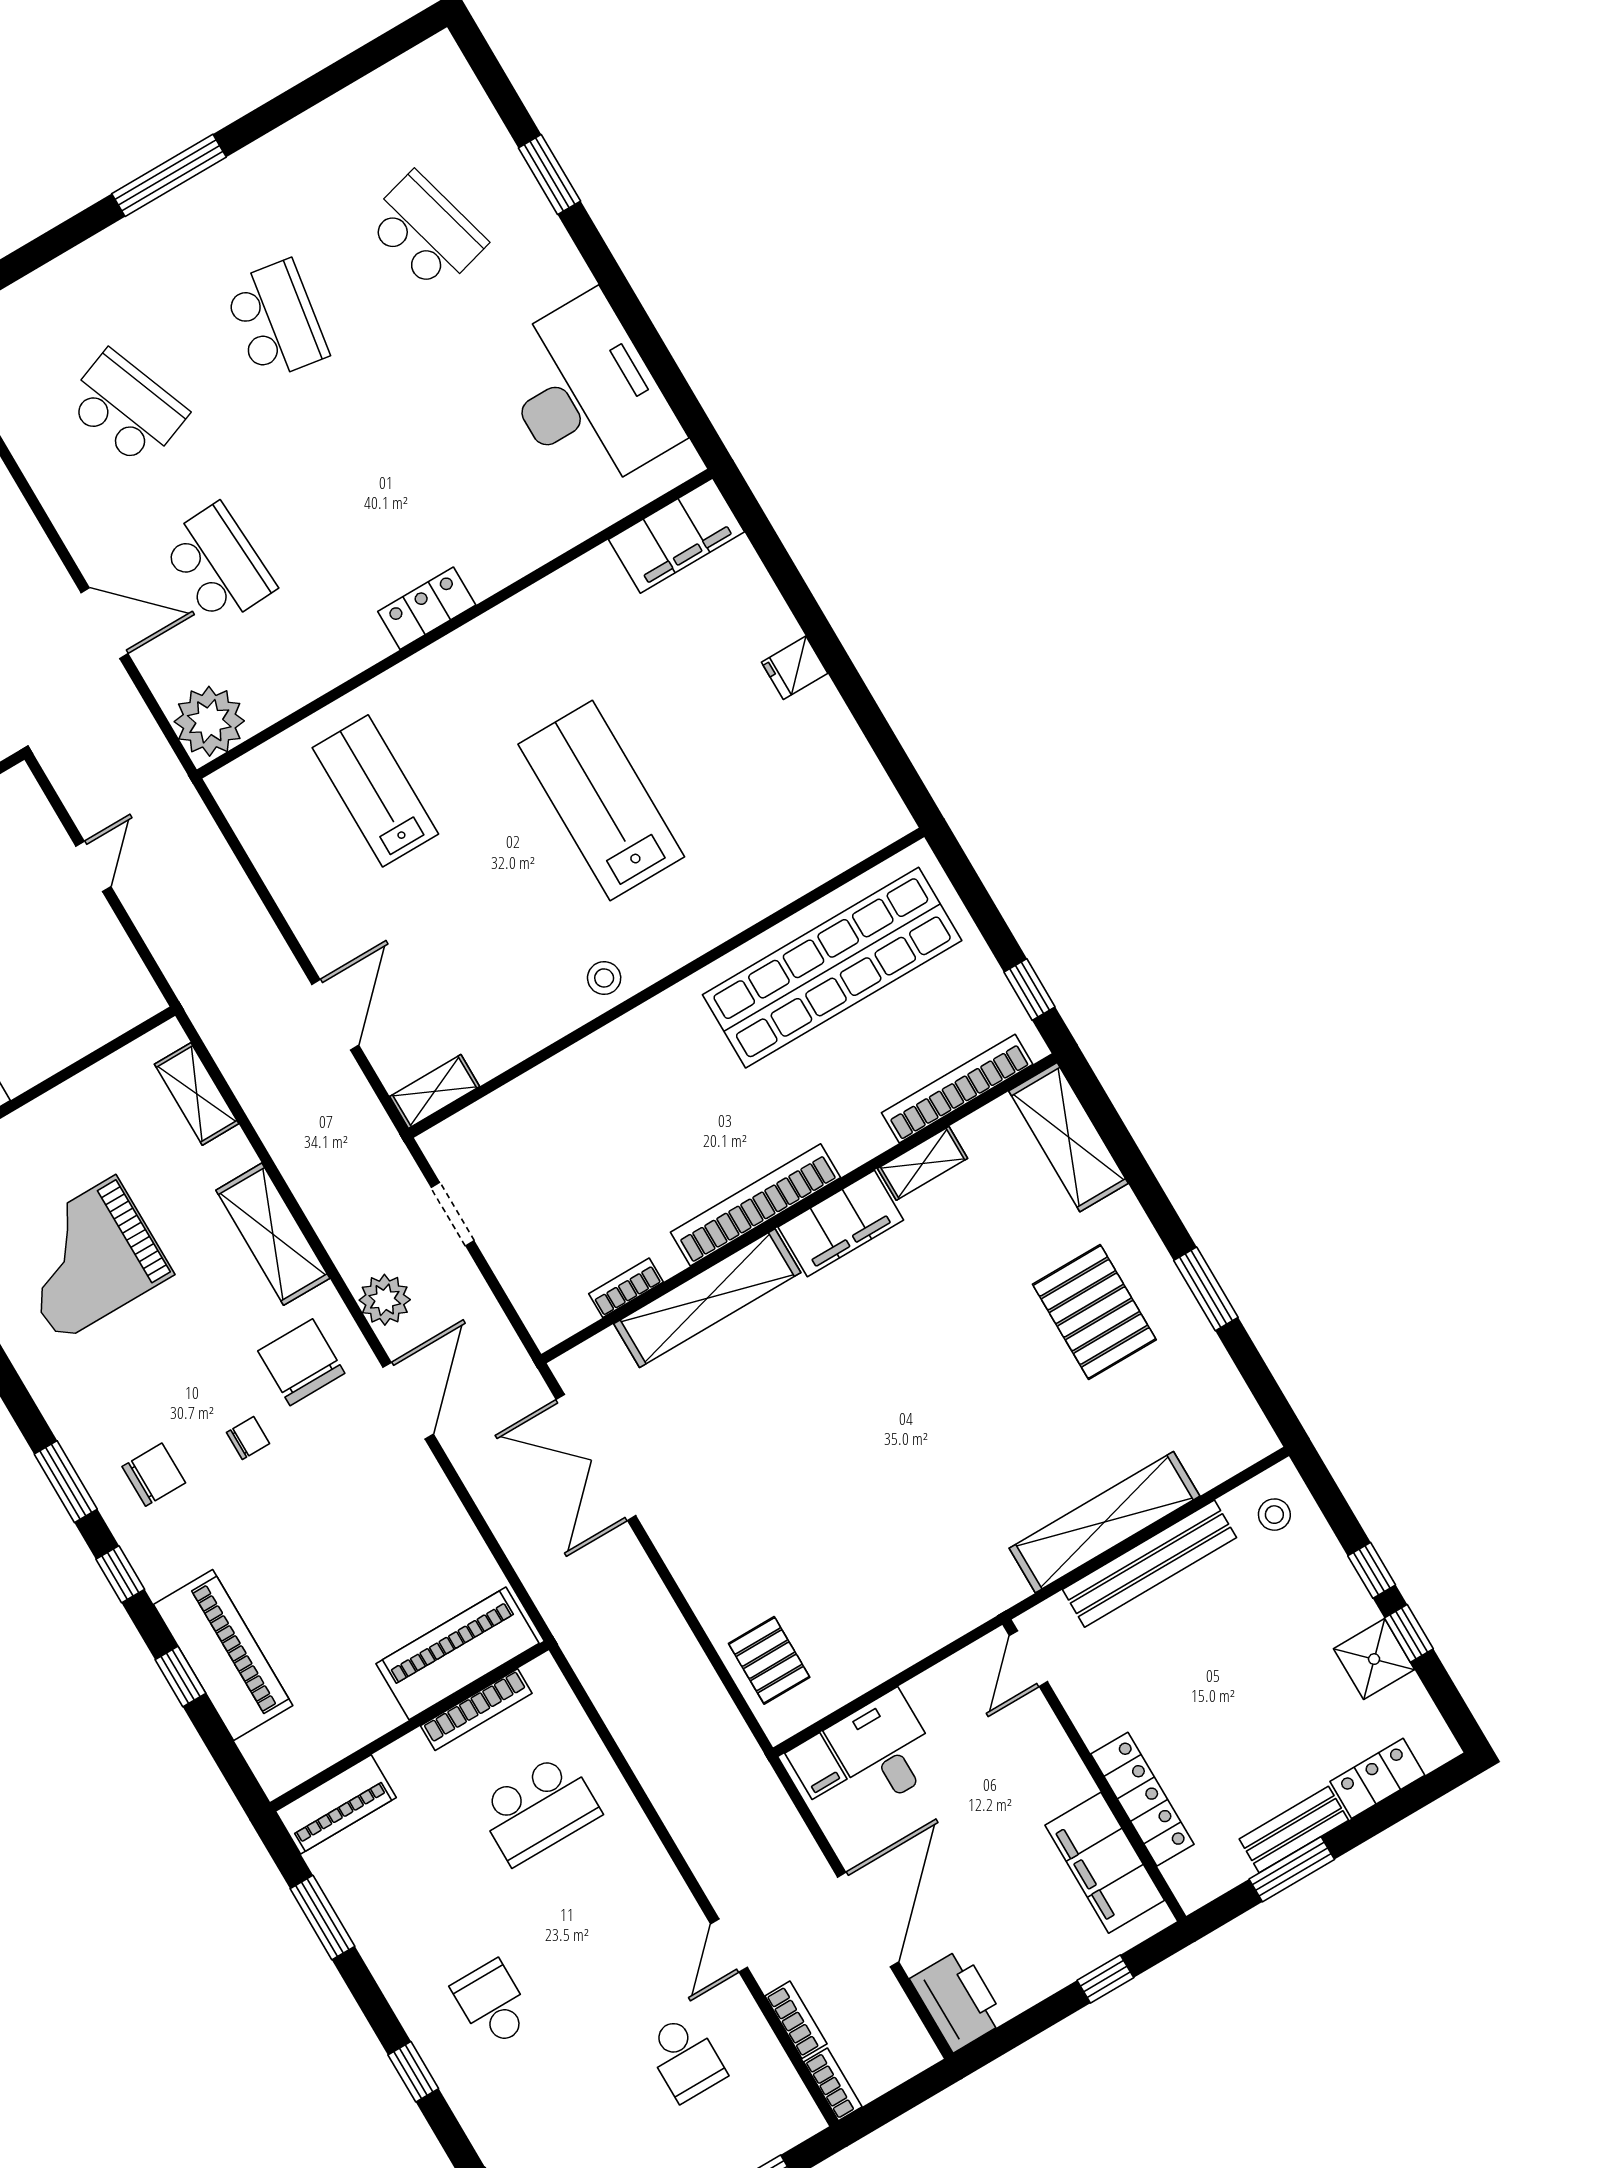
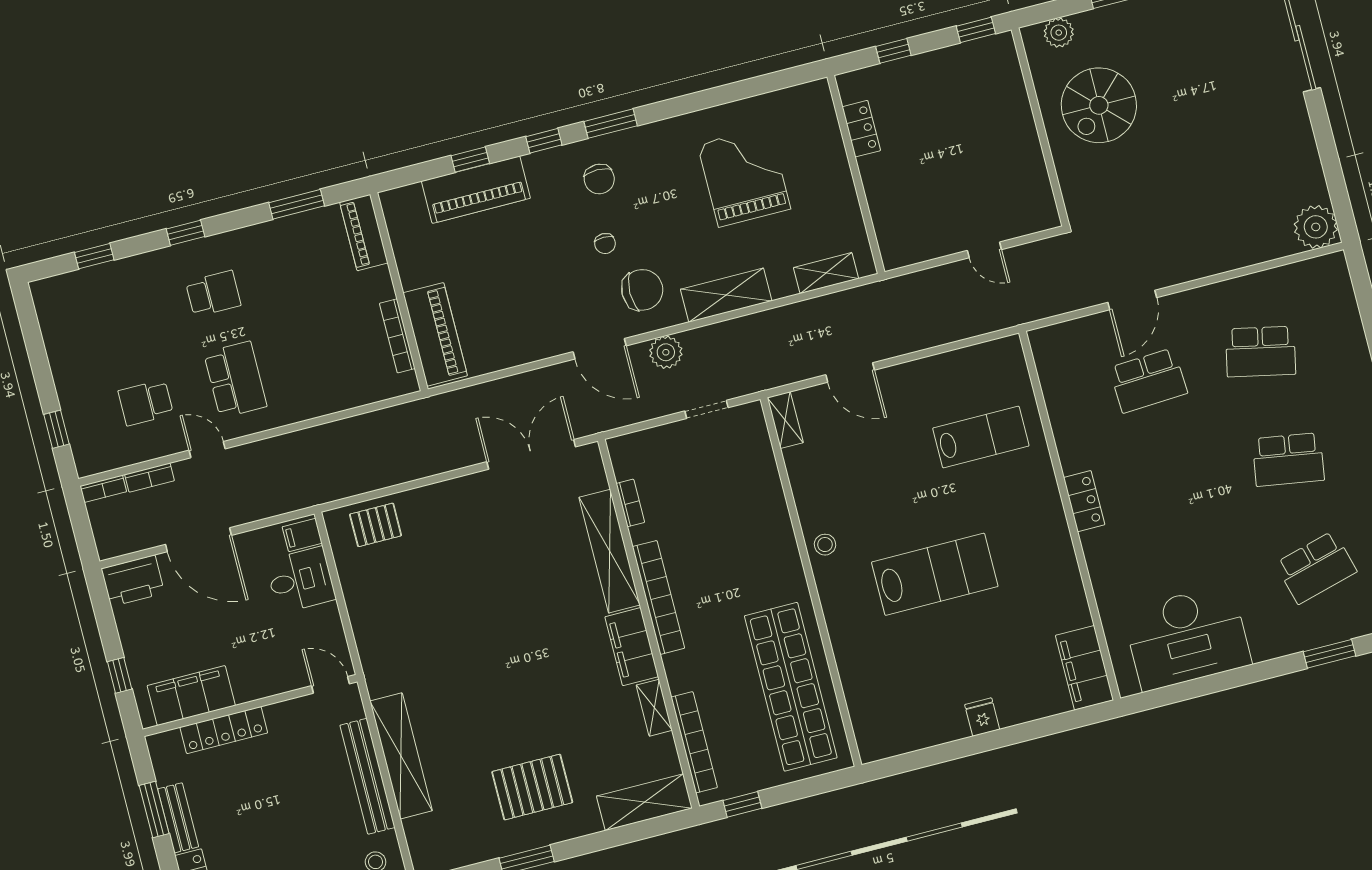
school desk: (126, 408) -> (1261, 352), turned 33
plant: (209, 721) -> (1053, 347), removed
school desk: (539, 1809) -> (235, 380), moved, turned 180

